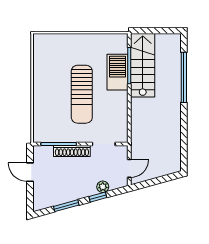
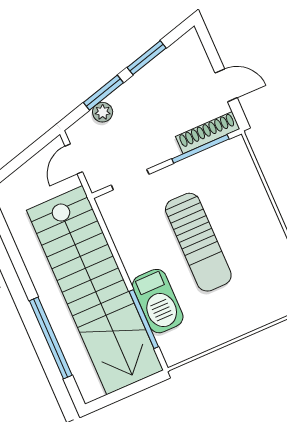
stairs: (143, 65) -> (95, 290), width x1.86, depth x1.51
sun lounger: (82, 94) -> (198, 242), turned 180
shoe rack: (72, 151) -> (208, 133), moved
window: (98, 197) -> (103, 93), width x1.50

